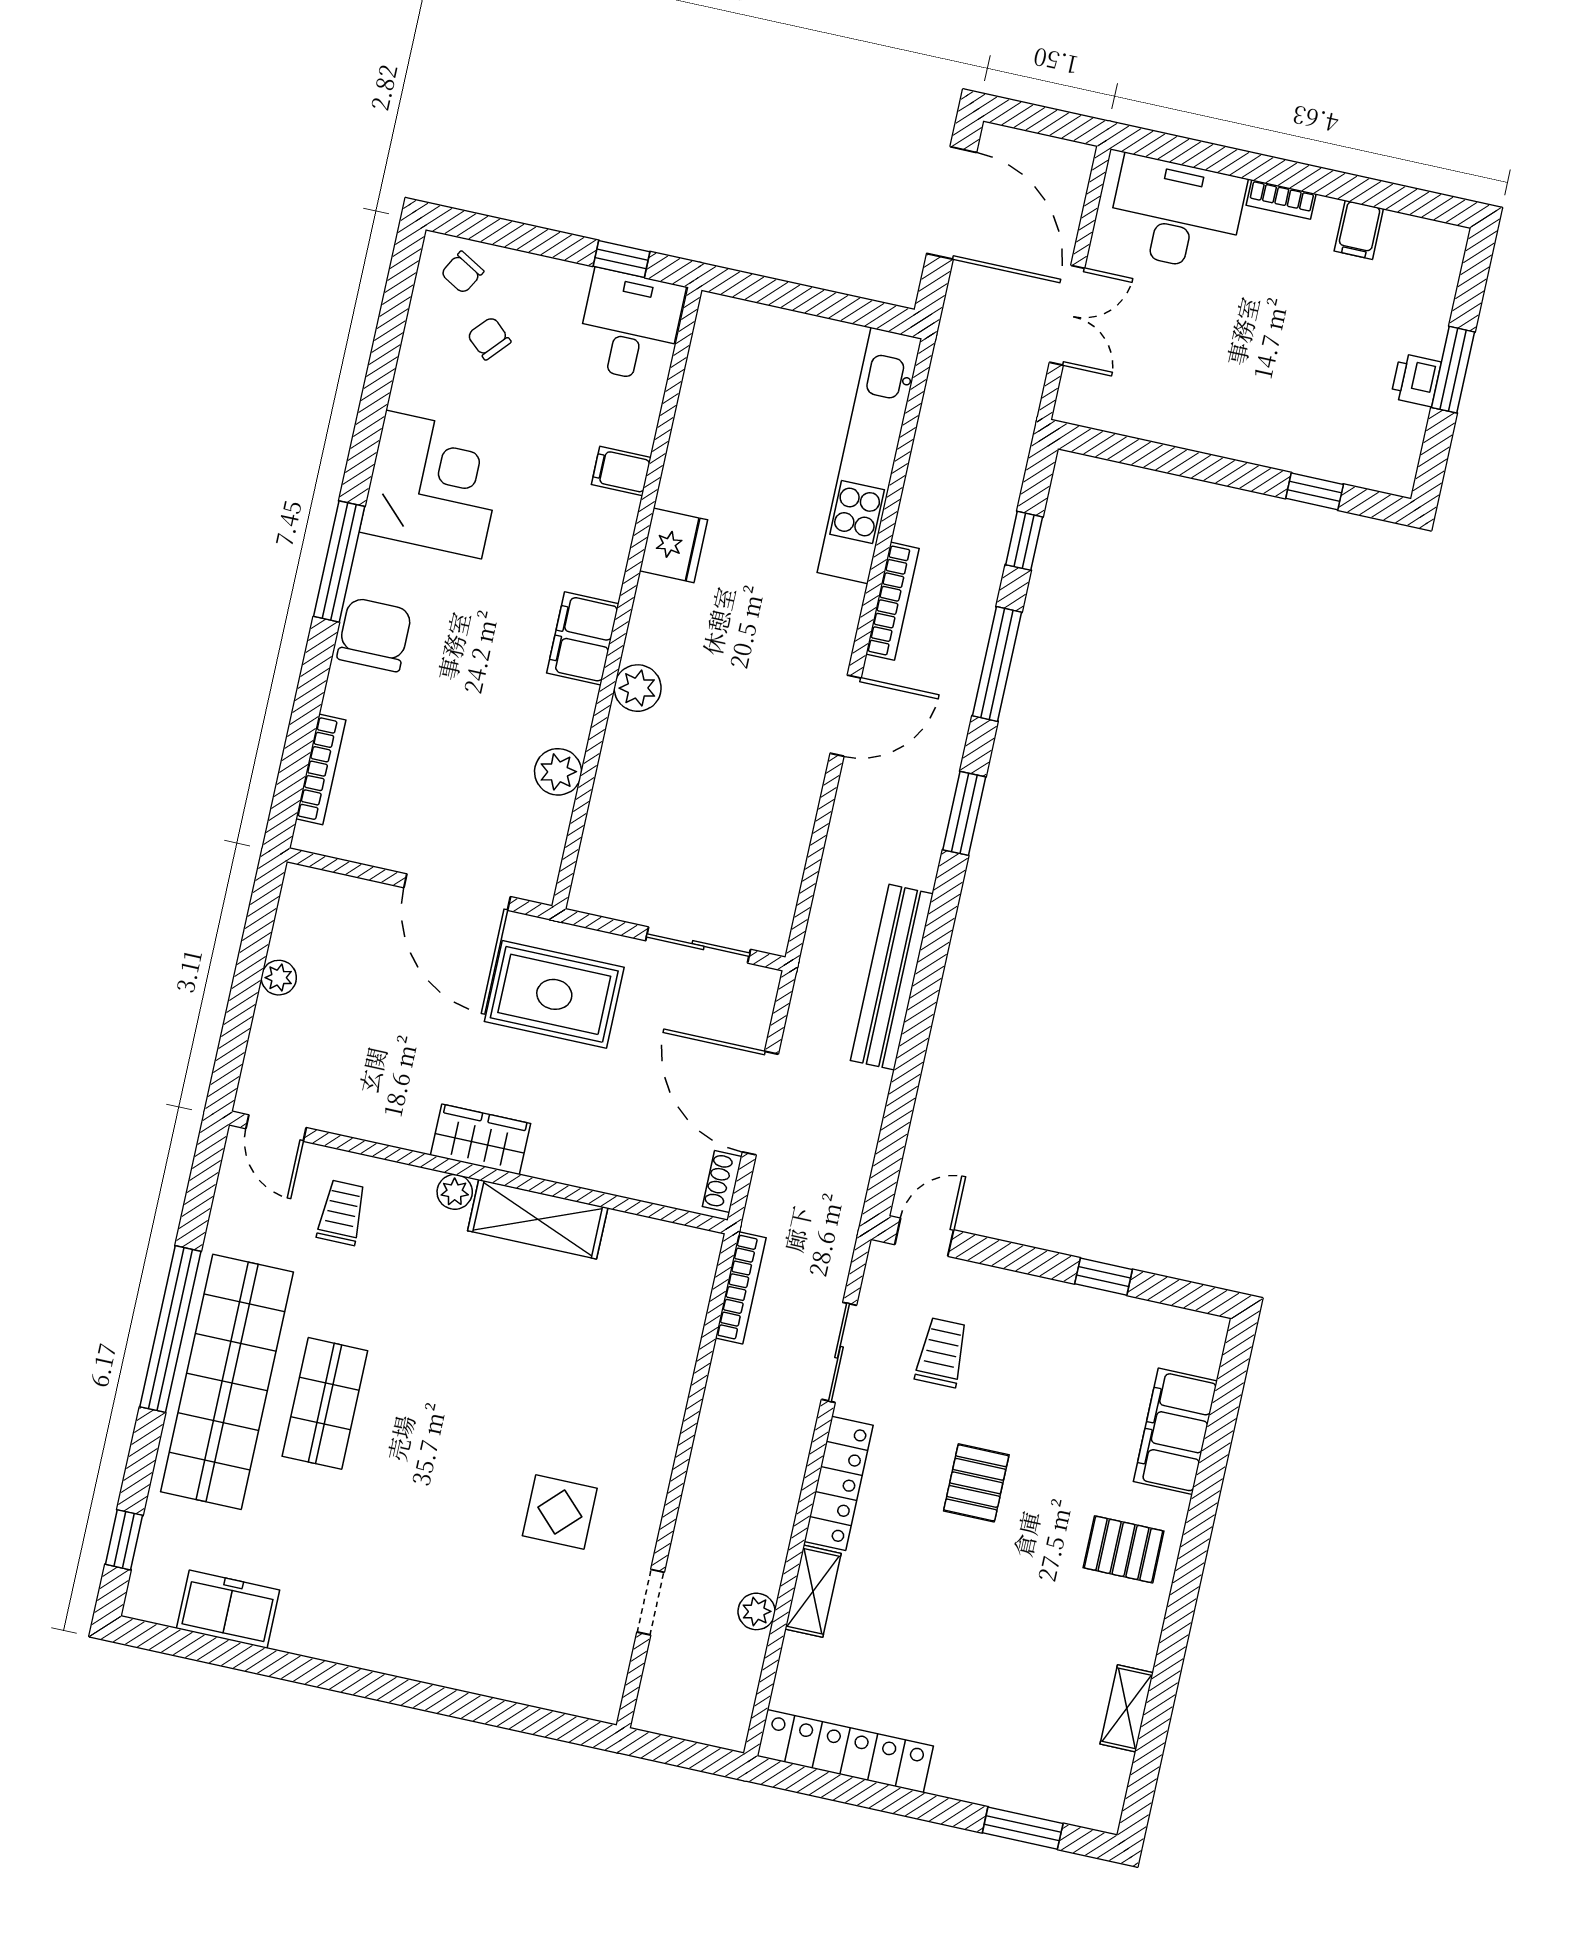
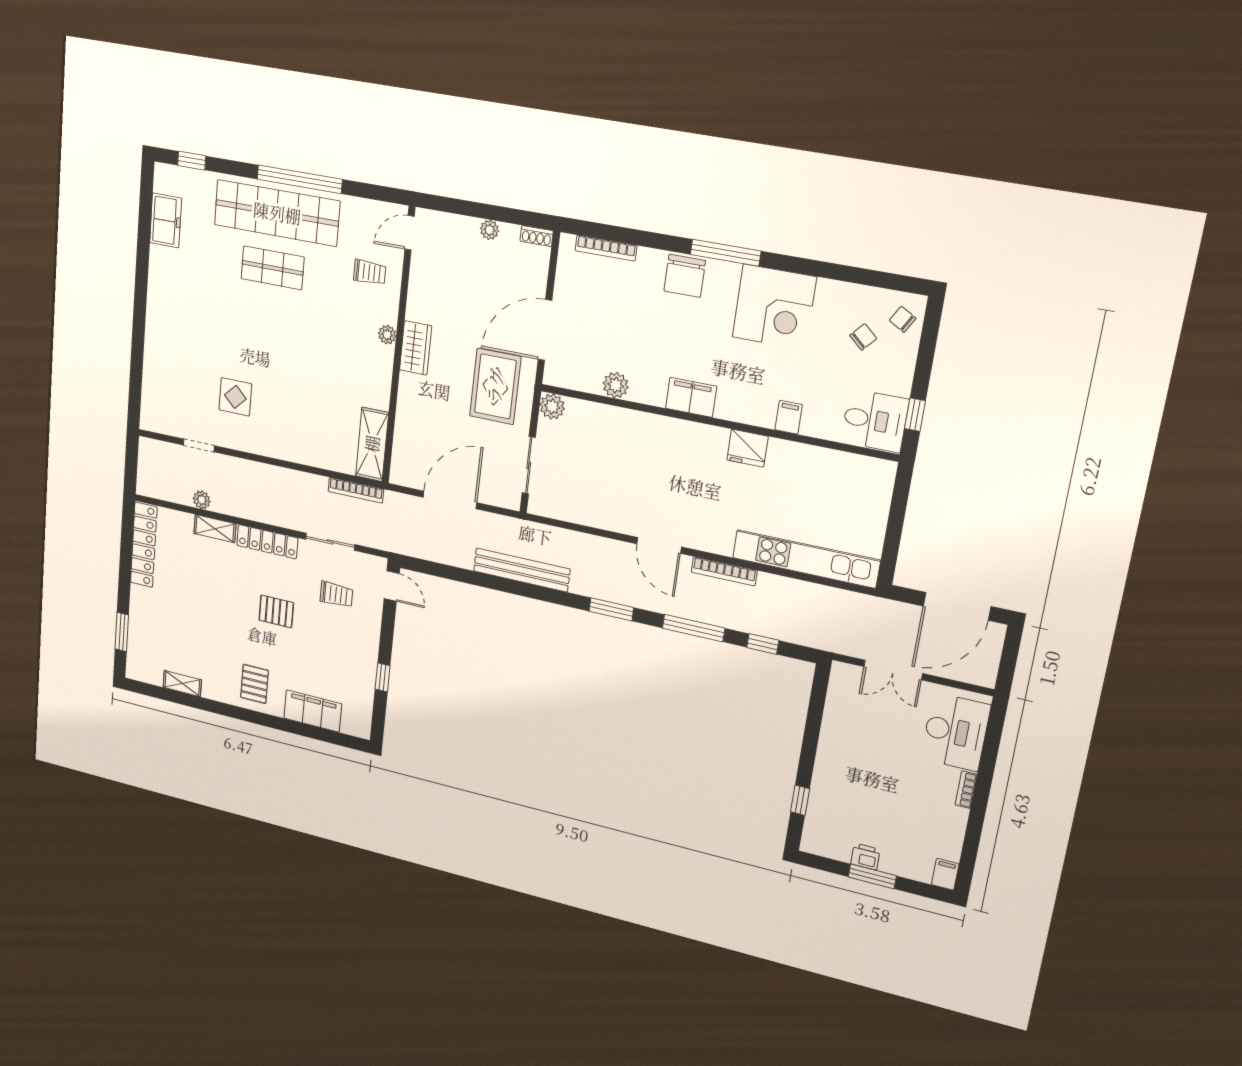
filing cabinet: (1359, 230) -> (945, 874), moved, turned 90
chair: (374, 635) -> (685, 276), turned 90
plant: (638, 688) -> (552, 407), moved
shoe rack: (722, 1181) -> (537, 236), moved, turned 180
shelving: (538, 1219) -> (372, 444), moved

